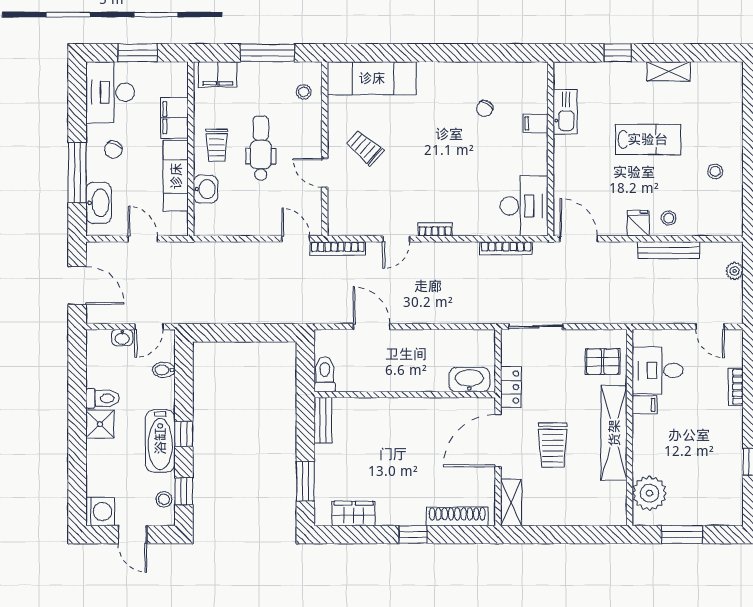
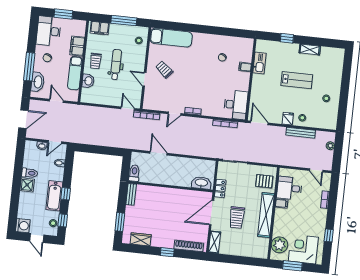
door: (77, 285) -> (24, 119), hinge flipped
corner desk: (701, 497) -> (303, 249), added

